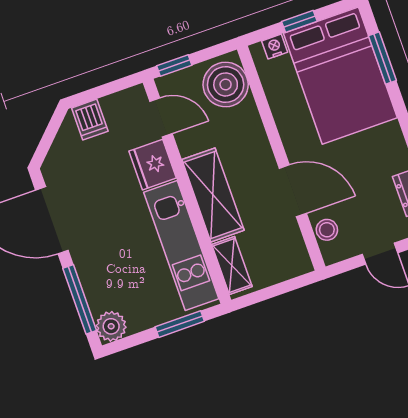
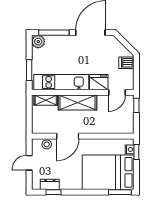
window: (299, 21) -> (136, 152), moved
window: (382, 58) -> (120, 192), moved
boiler: (226, 84) -> (121, 124), removed

